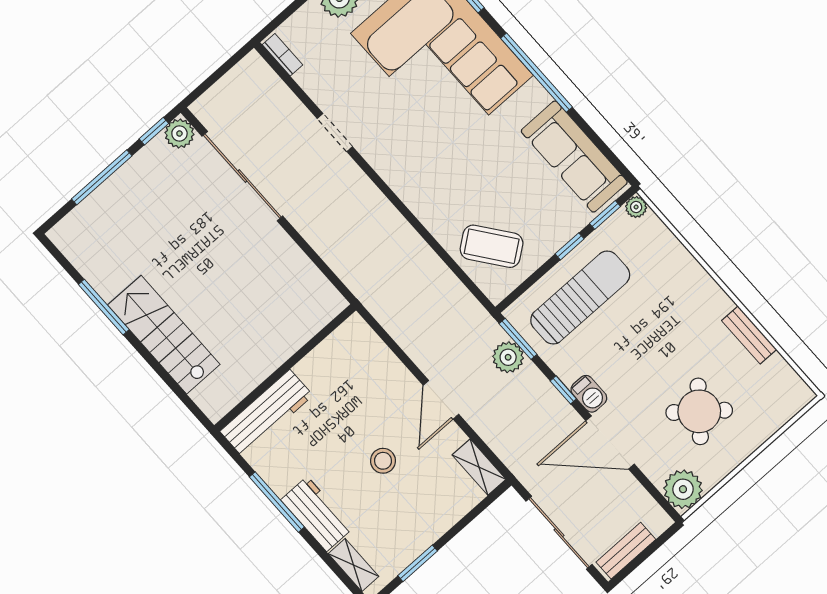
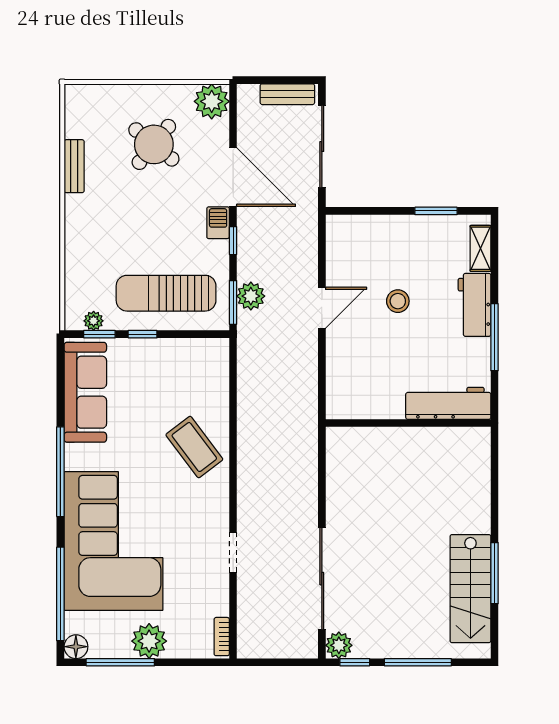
plant: (636, 207) -> (94, 321), moved
coffee table: (492, 246) -> (194, 447), moved
stairs: (164, 335) -> (470, 589), moved
shelving: (479, 467) -> (337, 239), removed

